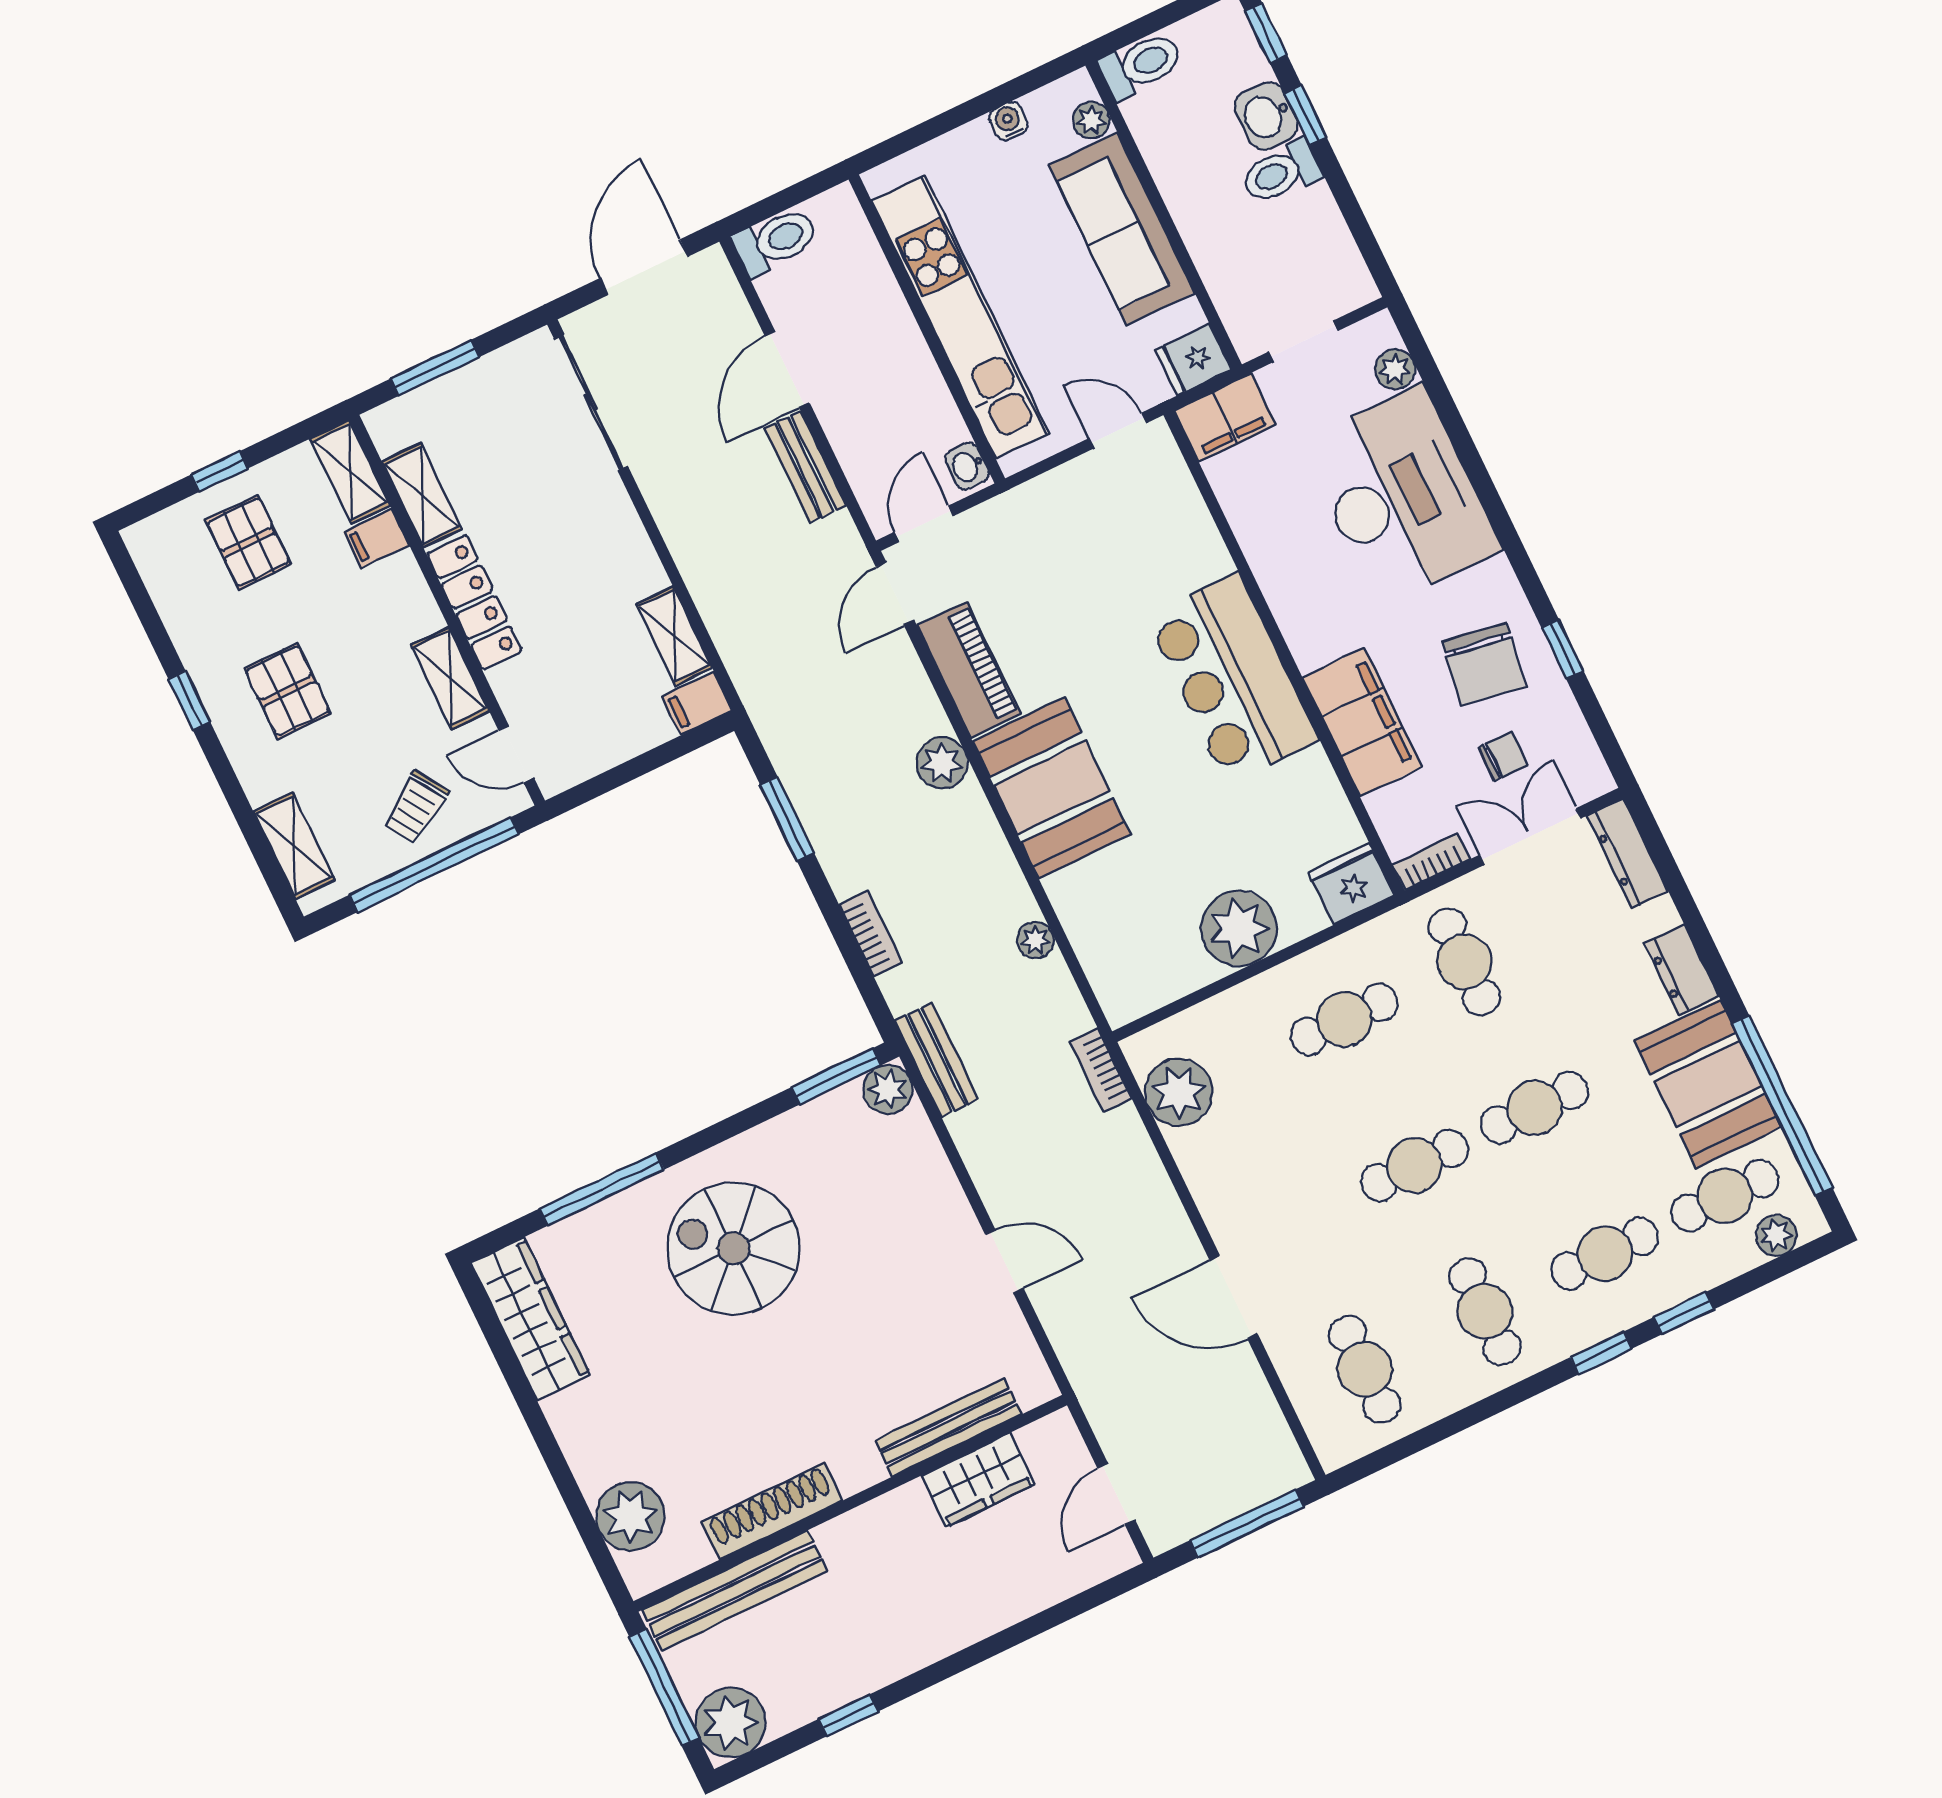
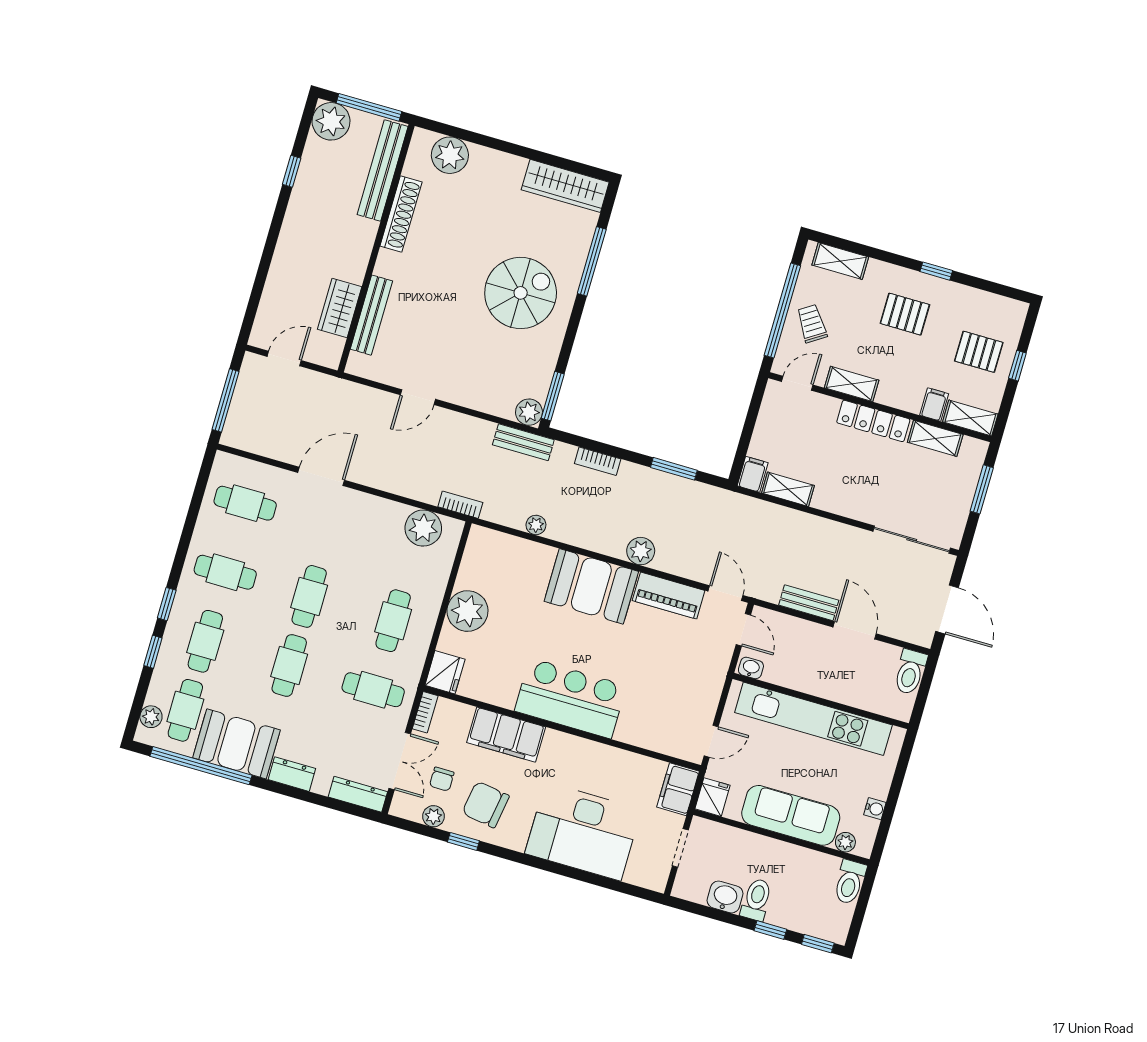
washbasin: (1266, 116) -> (725, 897), moved
plant: (1395, 369) -> (433, 816), moved
door: (1116, 1494) -> (284, 359), hinge flipped

